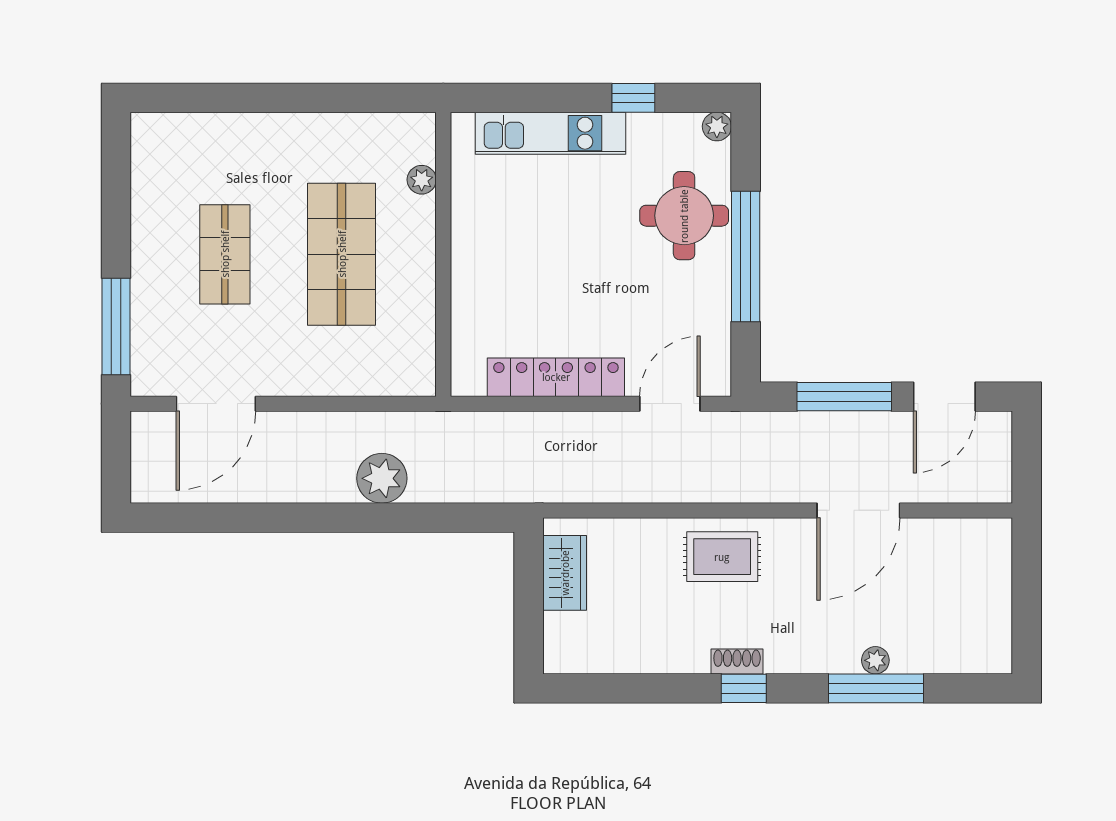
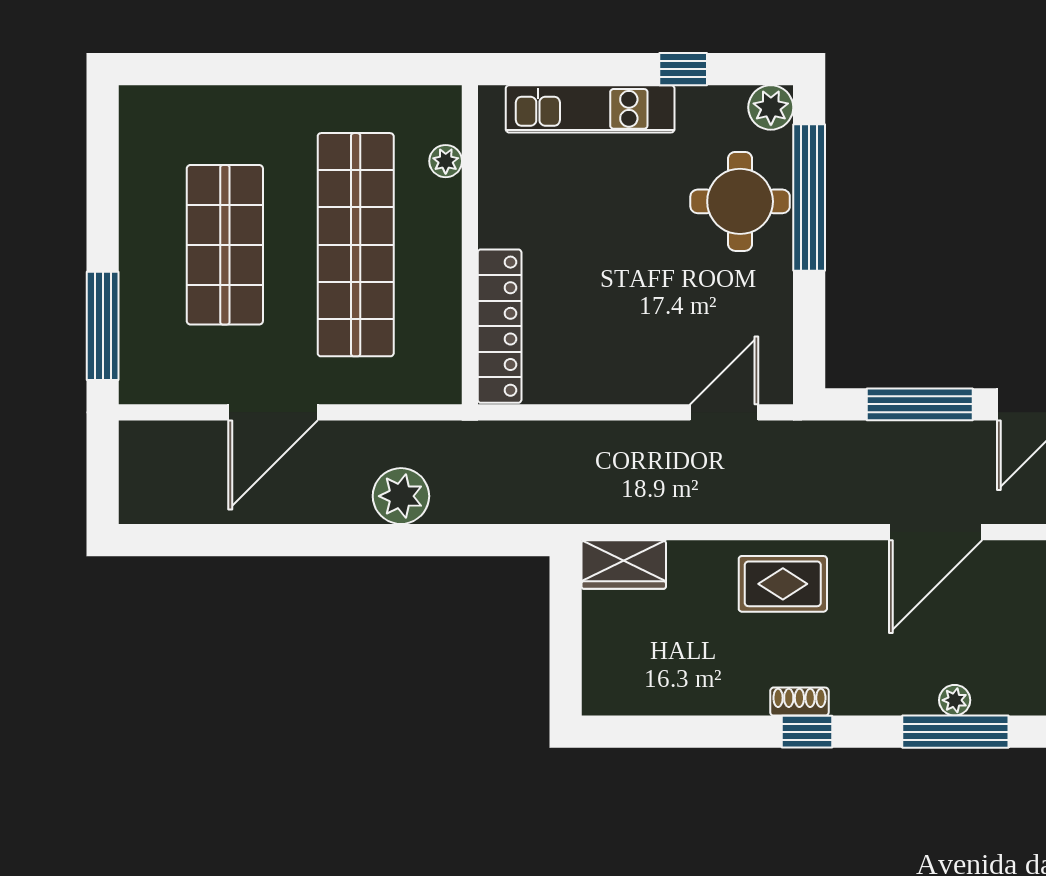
plant: (717, 126) -> (771, 107), width x1.38, depth x1.38
shop shelf: (225, 254) -> (225, 245), width x1.43, depth x1.36
shop shelf: (342, 254) -> (356, 245), width x1.40
window: (746, 257) -> (809, 197), moved
locker: (556, 377) -> (500, 326), moved, turned 90
door: (216, 404) -> (273, 412), moved
wardrobe: (565, 573) -> (624, 564), moved, turned 90

